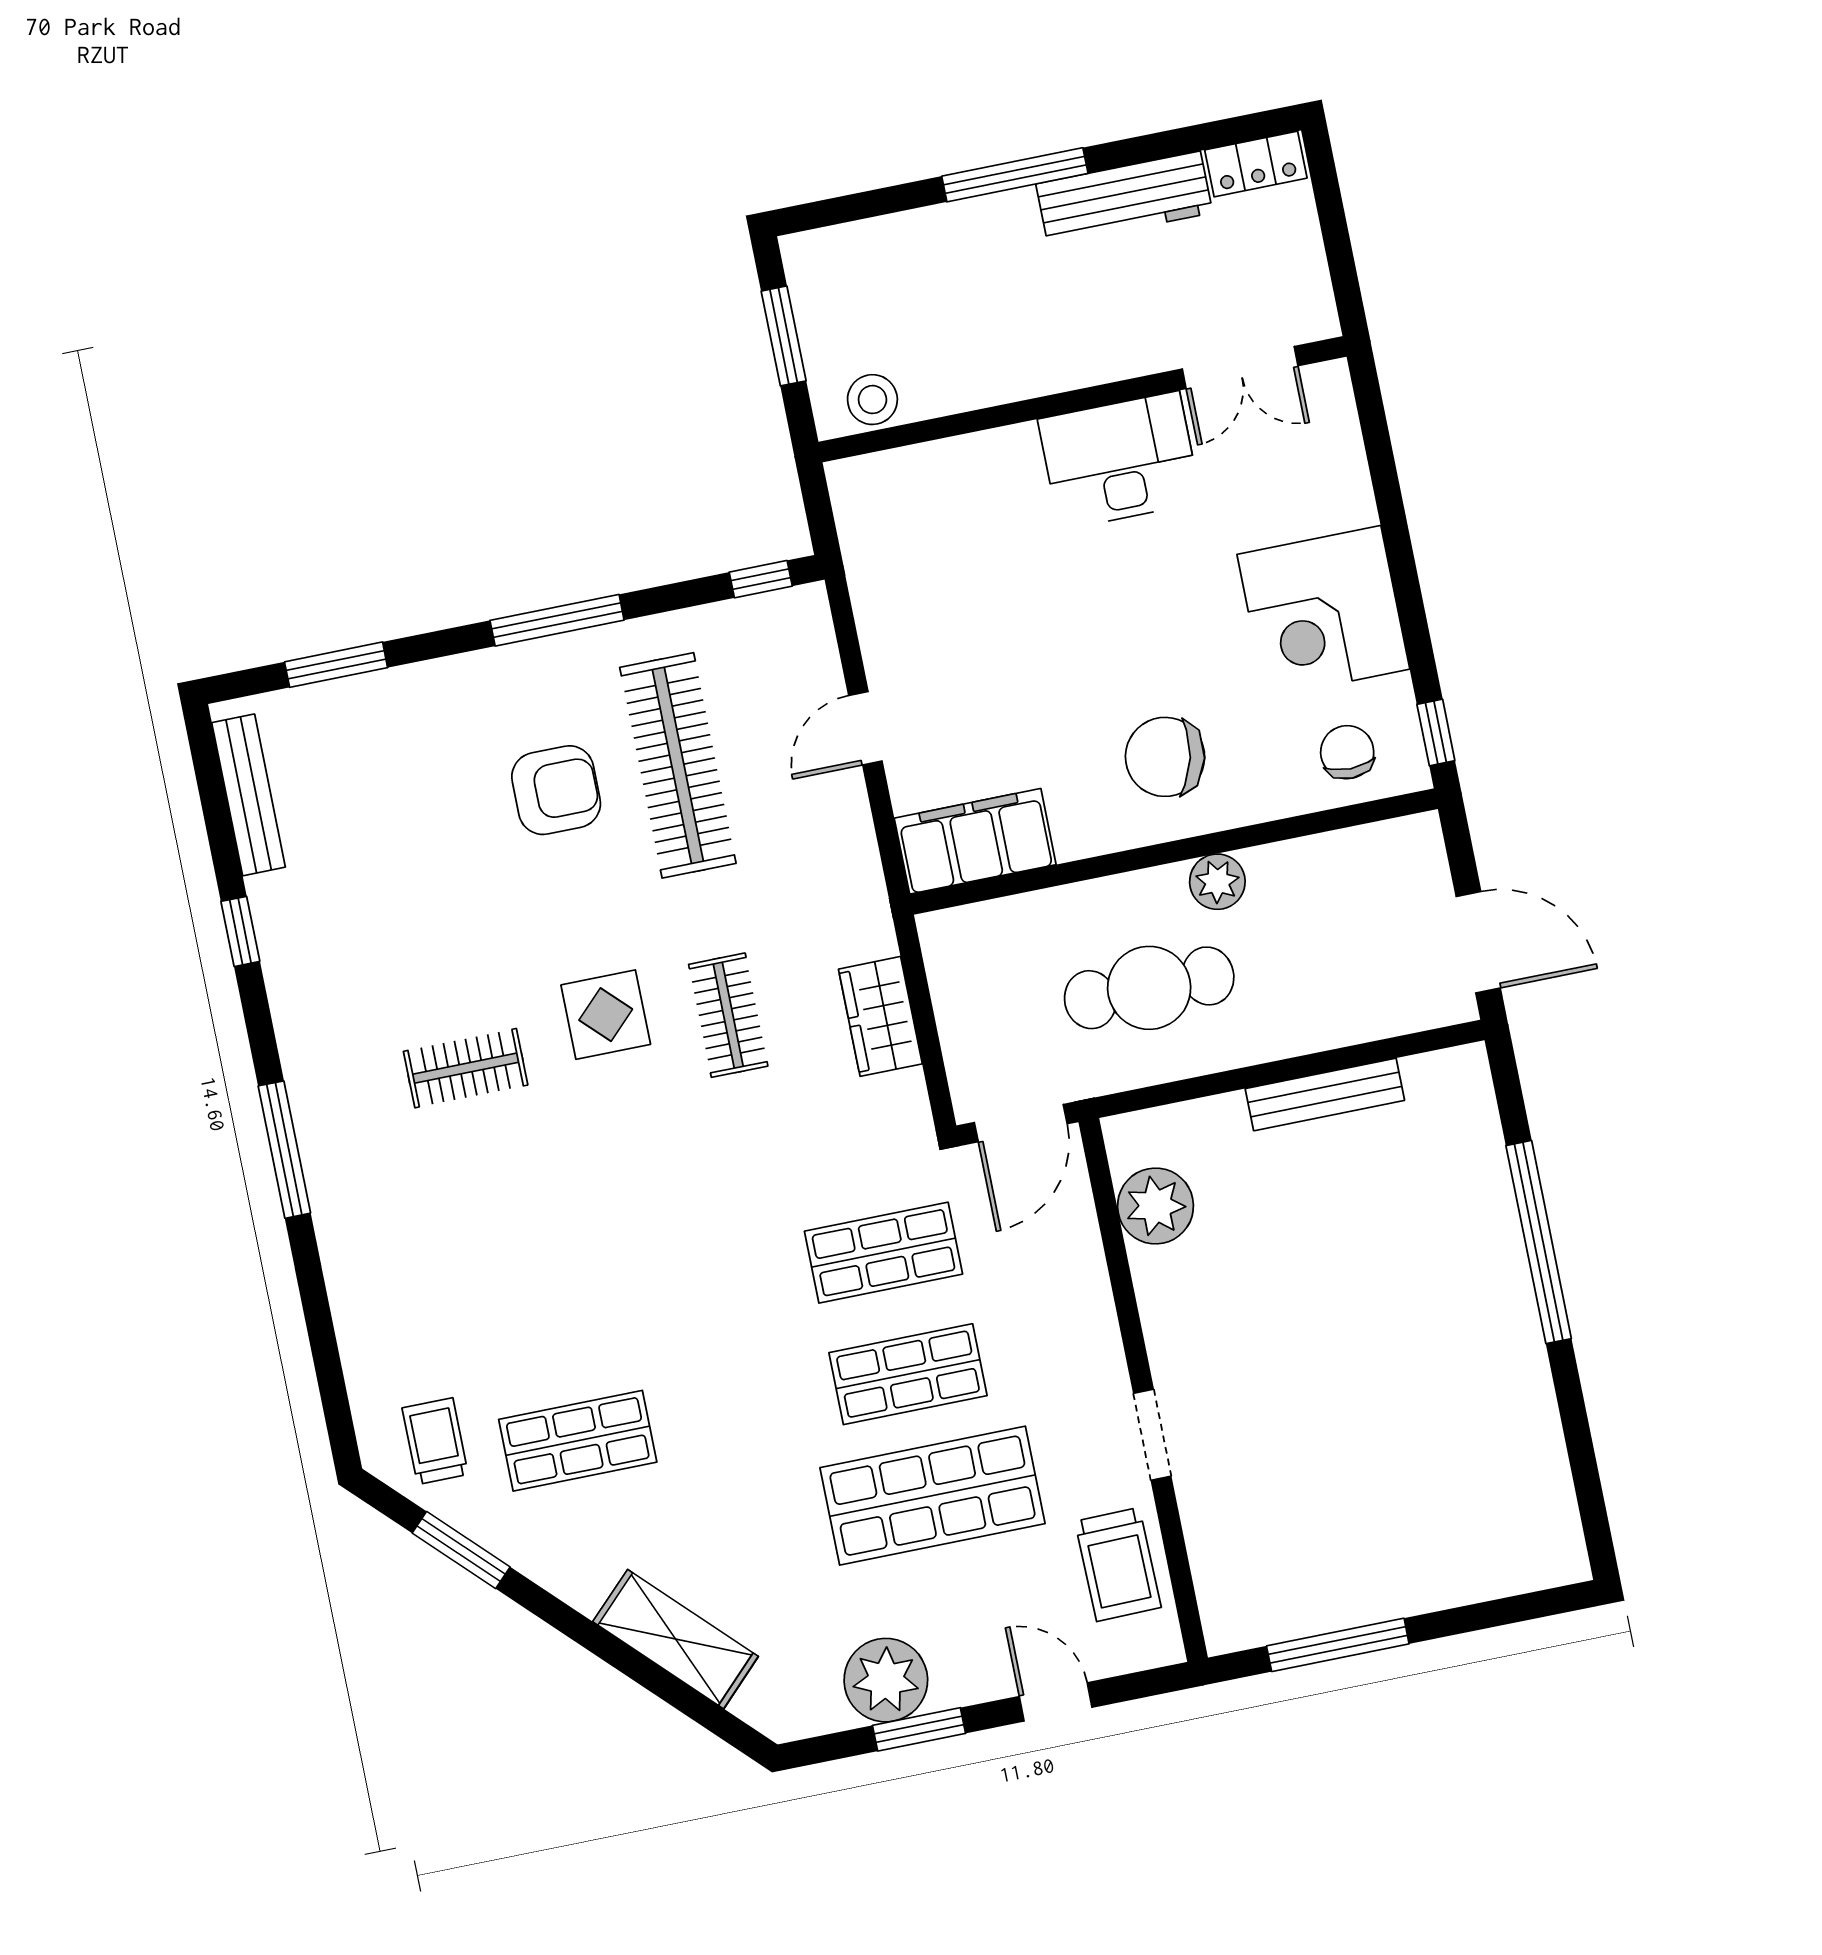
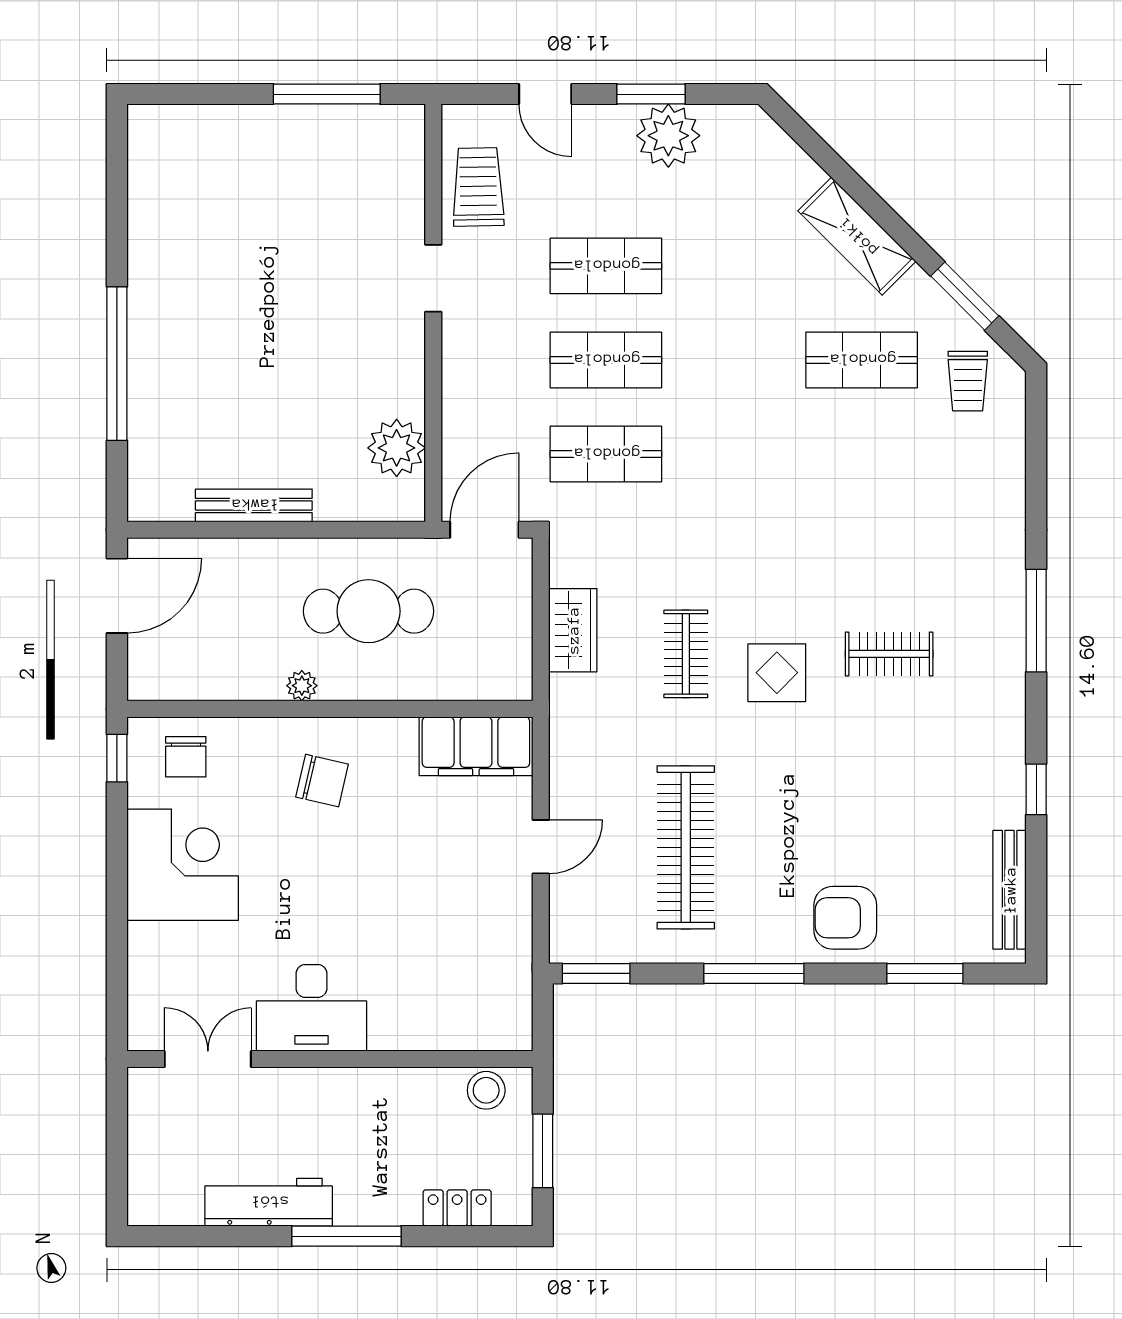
locker: (1256, 164) -> (457, 1208), moved
window: (761, 579) -> (596, 973), width x1.50
chair: (1165, 757) -> (322, 781), width x0.73, depth x0.73
armchair: (556, 790) -> (845, 918), moved
plant: (1217, 882) -> (302, 686), width x0.73, depth x0.73
door: (1478, 942) -> (117, 596), swing flipped
shop shelf: (933, 1496) -> (606, 266), width x0.70, depth x0.74
shelving: (676, 1639) -> (857, 236), moved

